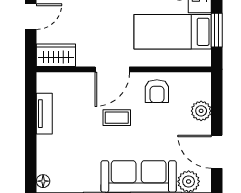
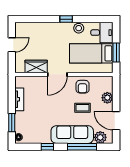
wardrobe: (56, 55) -> (36, 66), moved
coffee table: (117, 118) -> (82, 108), moved
window: (31, 155) -> (12, 123), added

